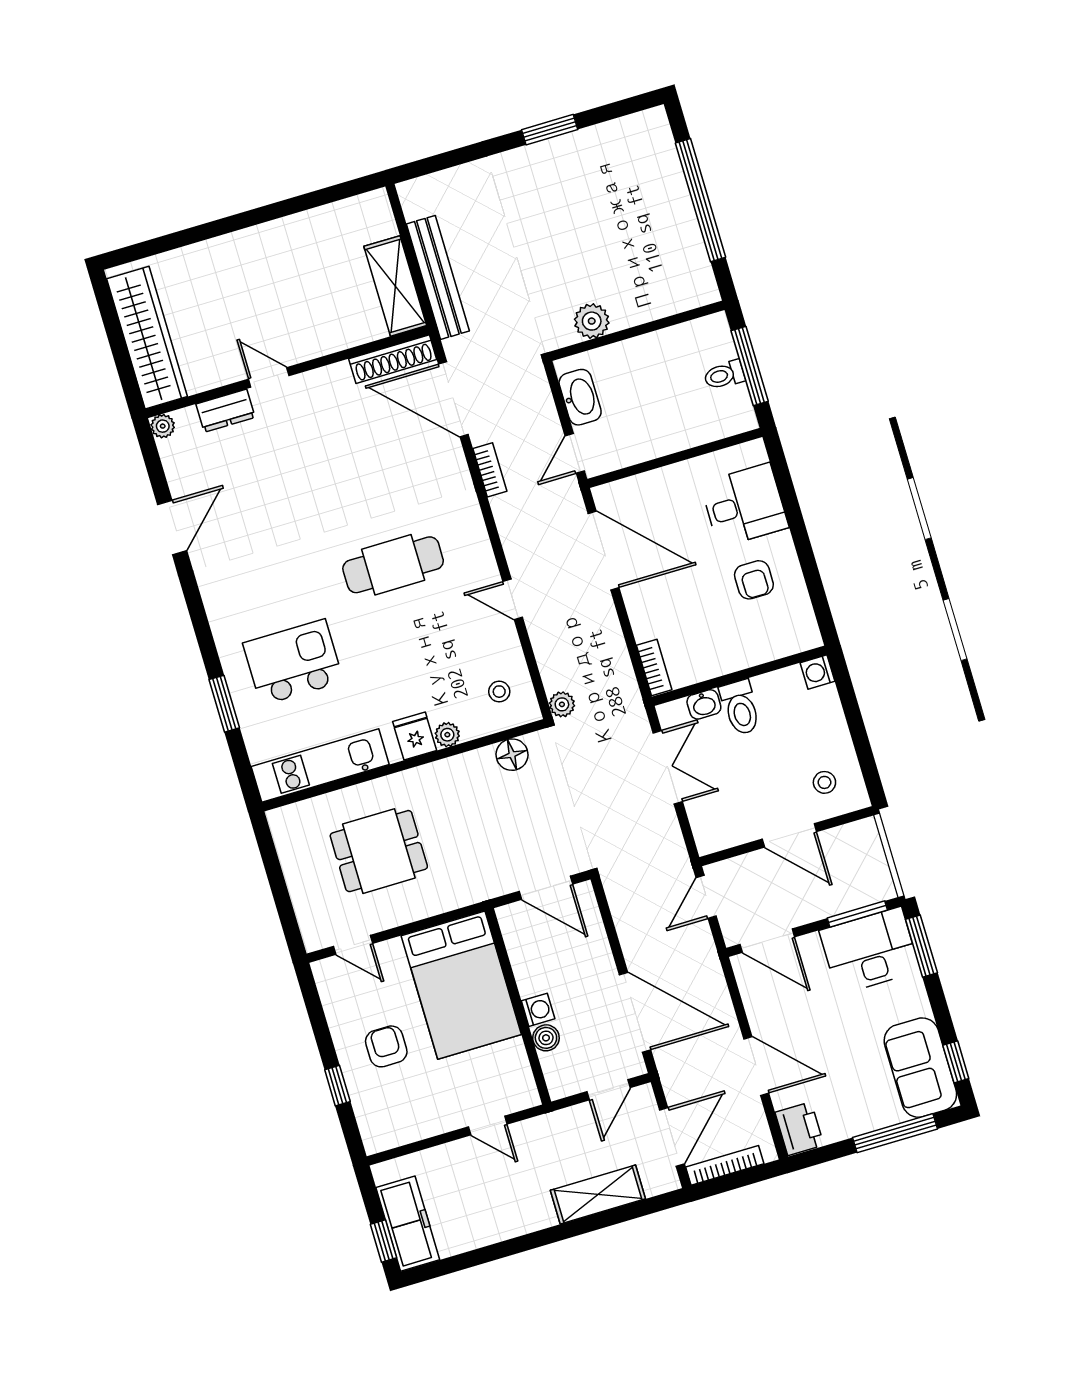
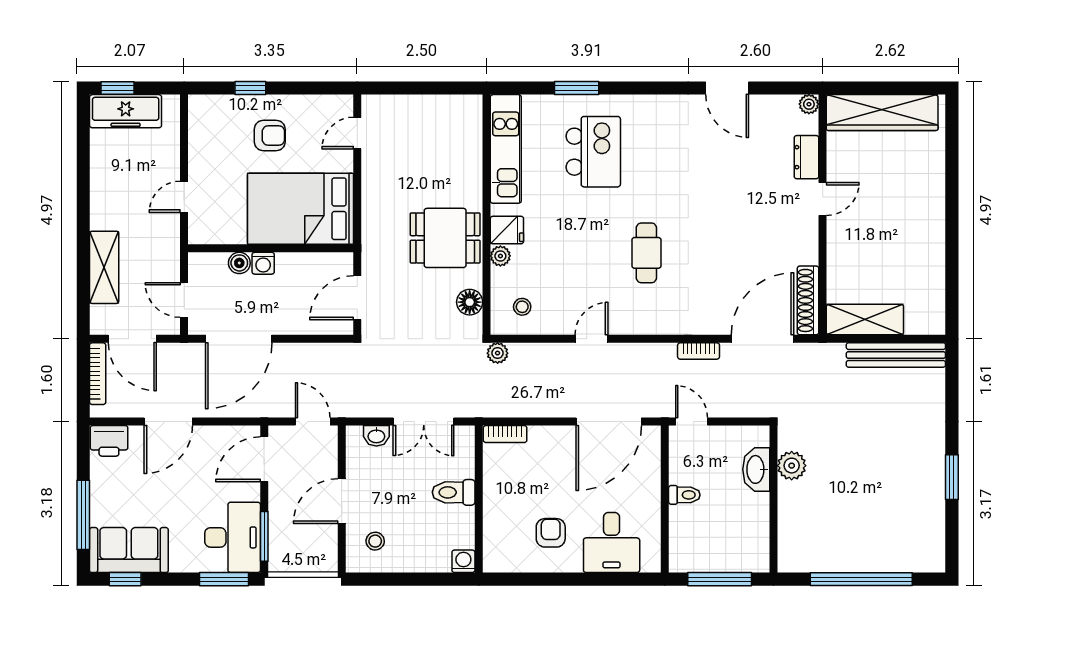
bench: (438, 277) -> (896, 355), moved
toilet: (724, 375) -> (684, 495), moved, turned 90
washbasin: (580, 397) -> (756, 469), moved, turned 90
cafe table: (393, 565) -> (646, 253), width x0.73, depth x0.74
armchair: (754, 580) -> (551, 533), turned 90
washbasin: (704, 704) -> (376, 436), moved, turned -90
dining table: (379, 851) -> (445, 238), moved, turned 90

